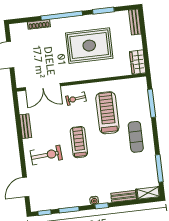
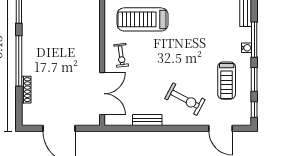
rug: (89, 46) -> (59, 32), removed
treadmill: (79, 142) -> (227, 81), moved, turned -90
exercise bike: (46, 155) -> (185, 99), turned 122
window: (102, 206) -> (254, 40), width x2.17

